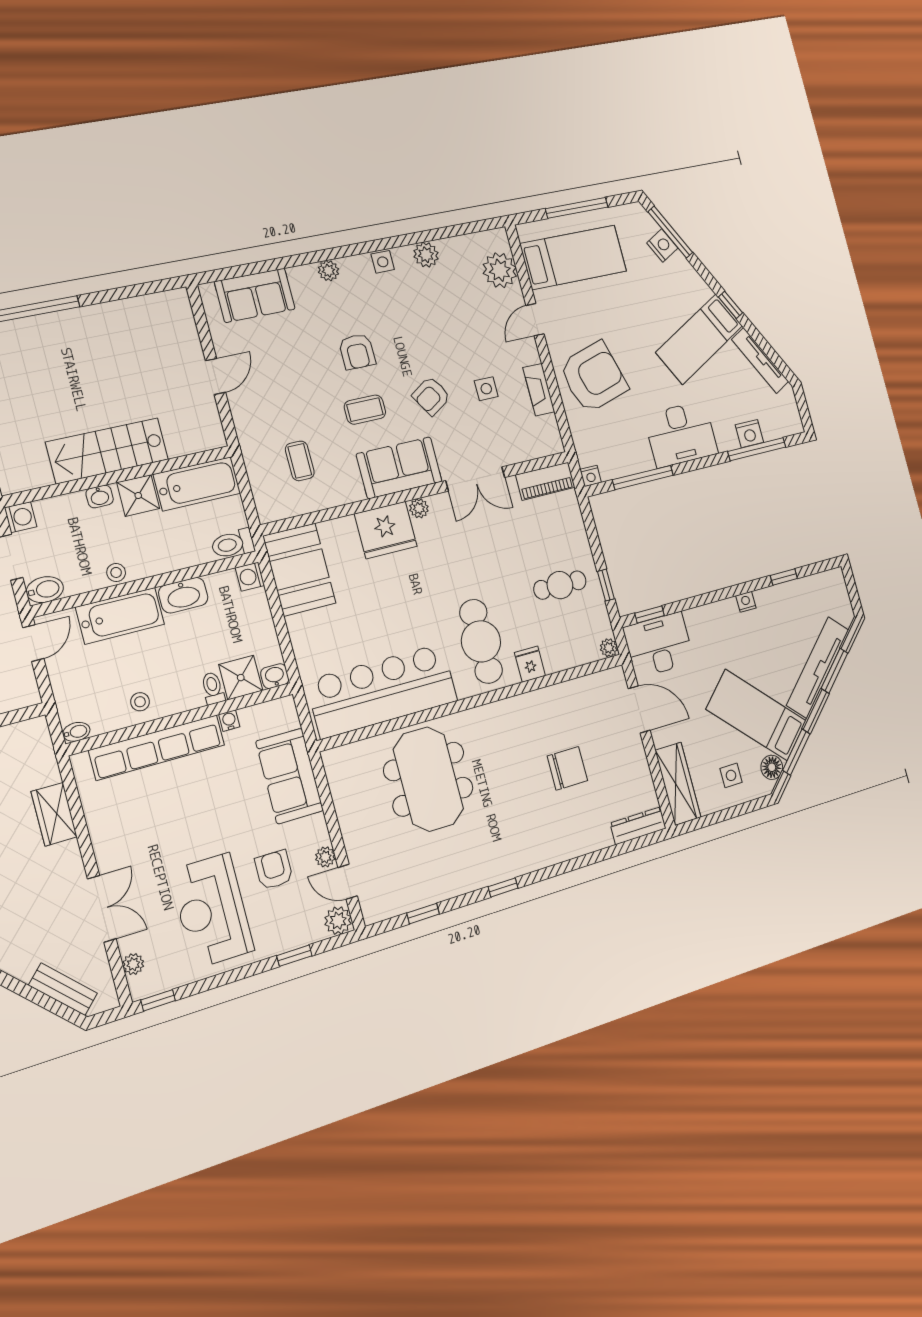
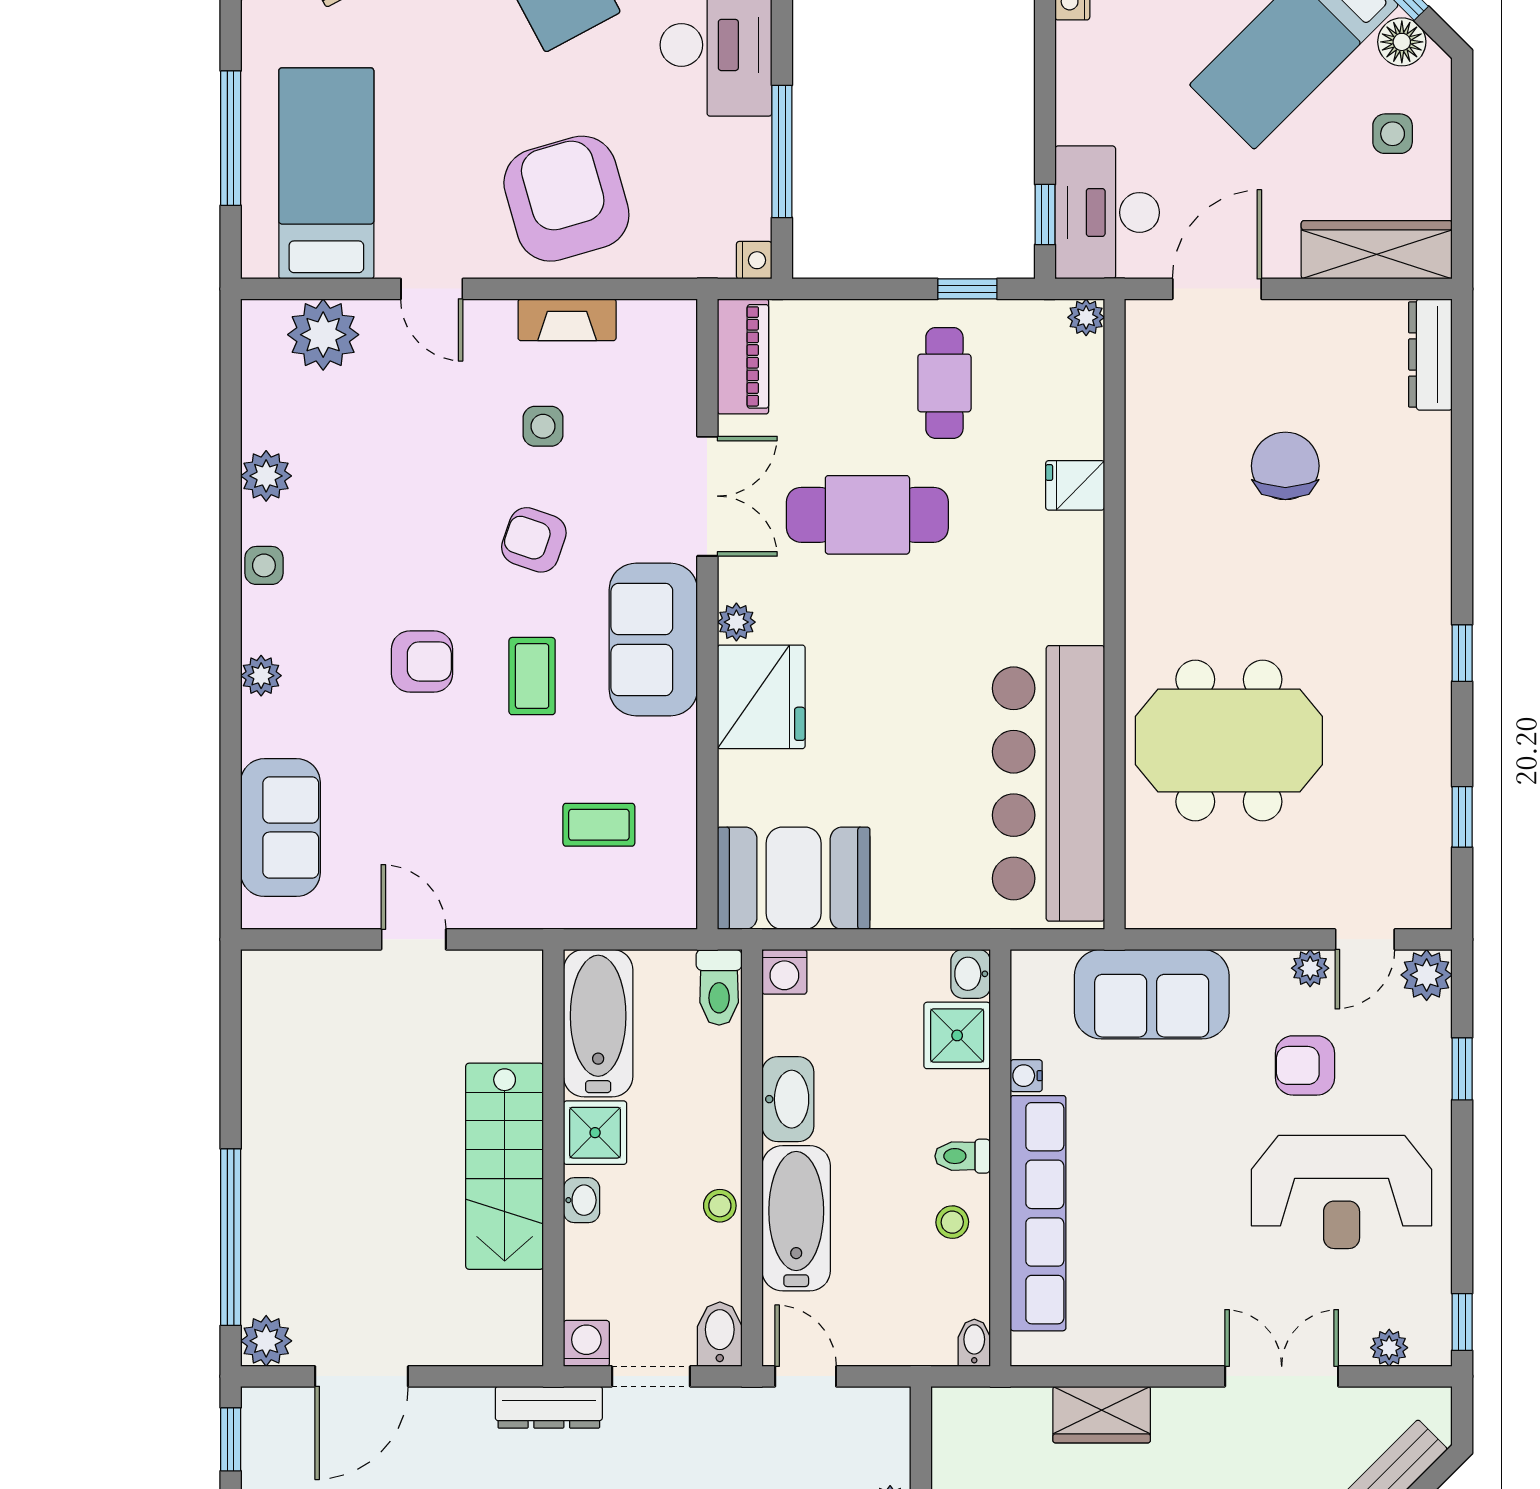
armchair: (431, 396) -> (534, 540), turned 141
cafe table: (481, 641) -> (867, 515), moved
toilet: (213, 688) -> (963, 1156), moved

